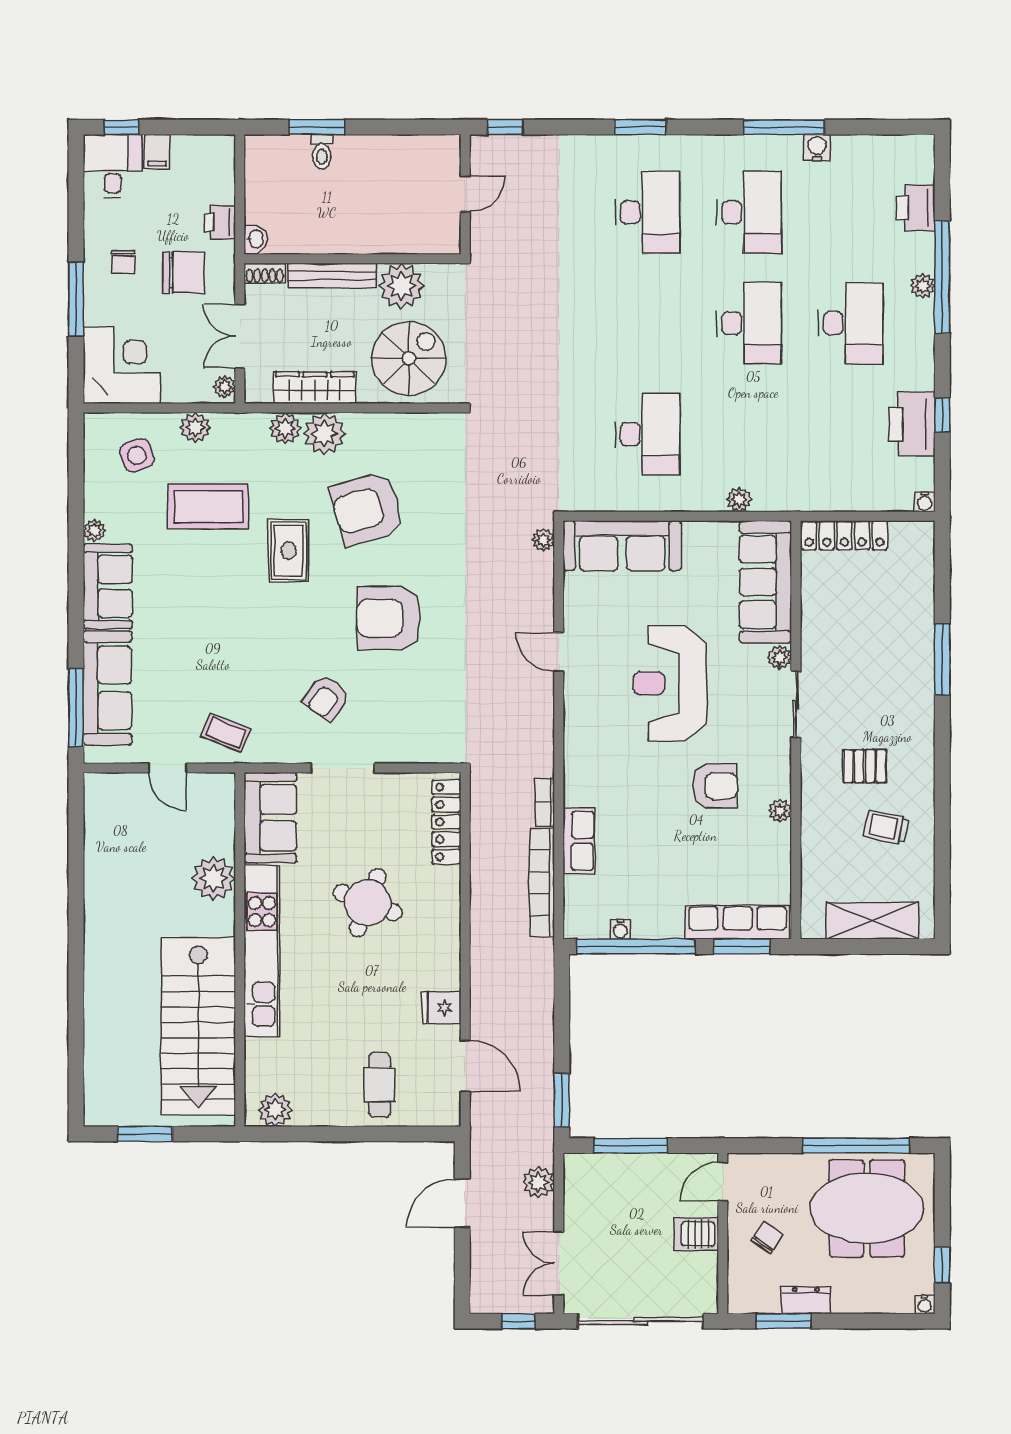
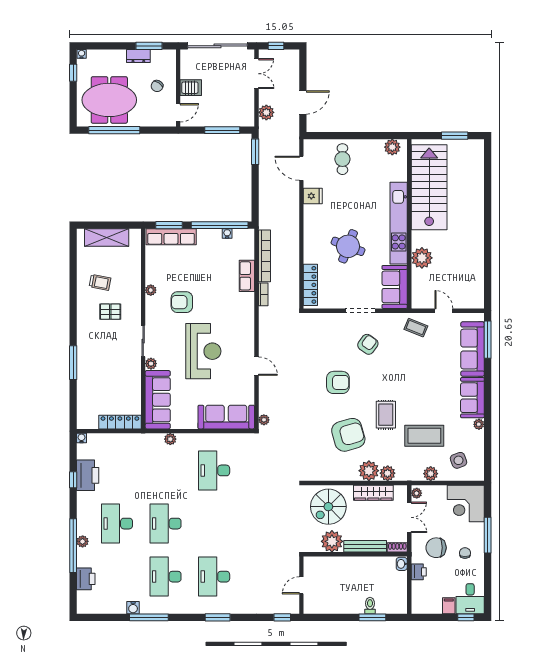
armchair: (389, 618) -> (338, 382), width x0.73, depth x0.73

